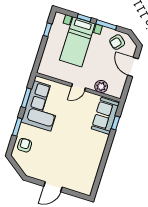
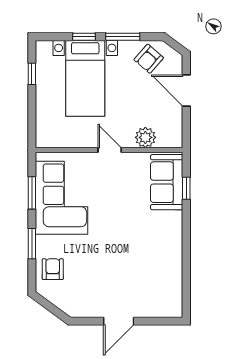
door: (78, 87) -> (110, 150), swing flipped

